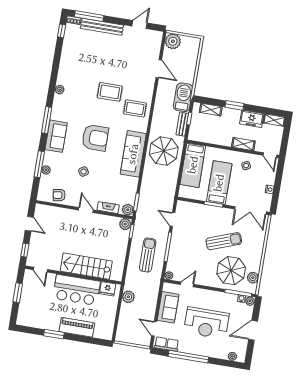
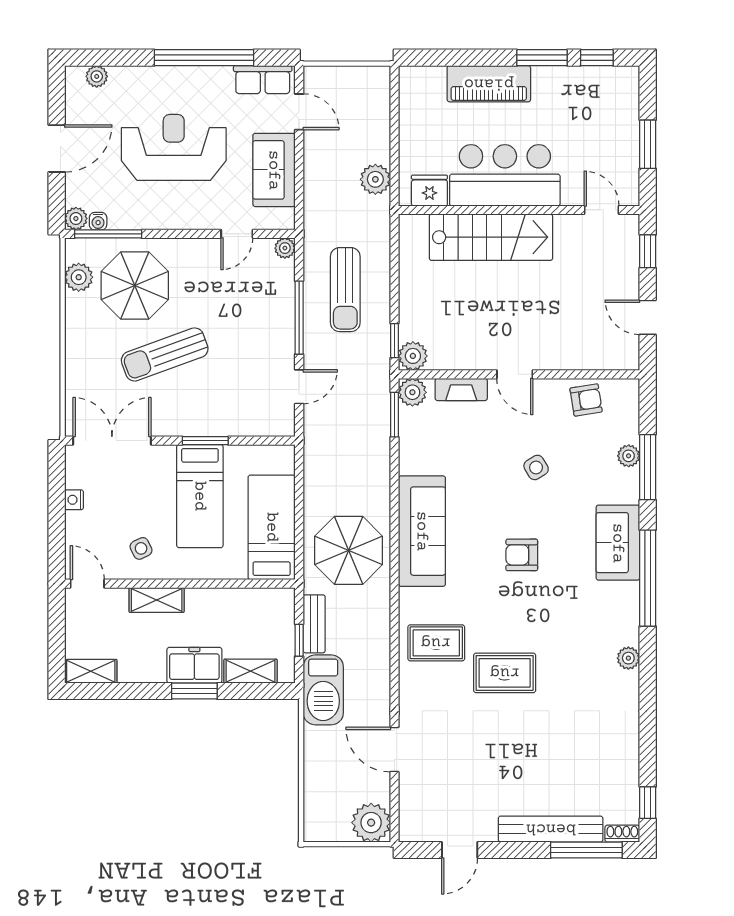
freezer: (252, 119) -> (194, 665), moved
window: (47, 120) -> (648, 578), width x1.46
armchair: (95, 138) -> (522, 555), width x0.53, depth x0.53
door: (172, 219) -> (299, 387), hinge flipped
window: (32, 331) -> (597, 58), added

